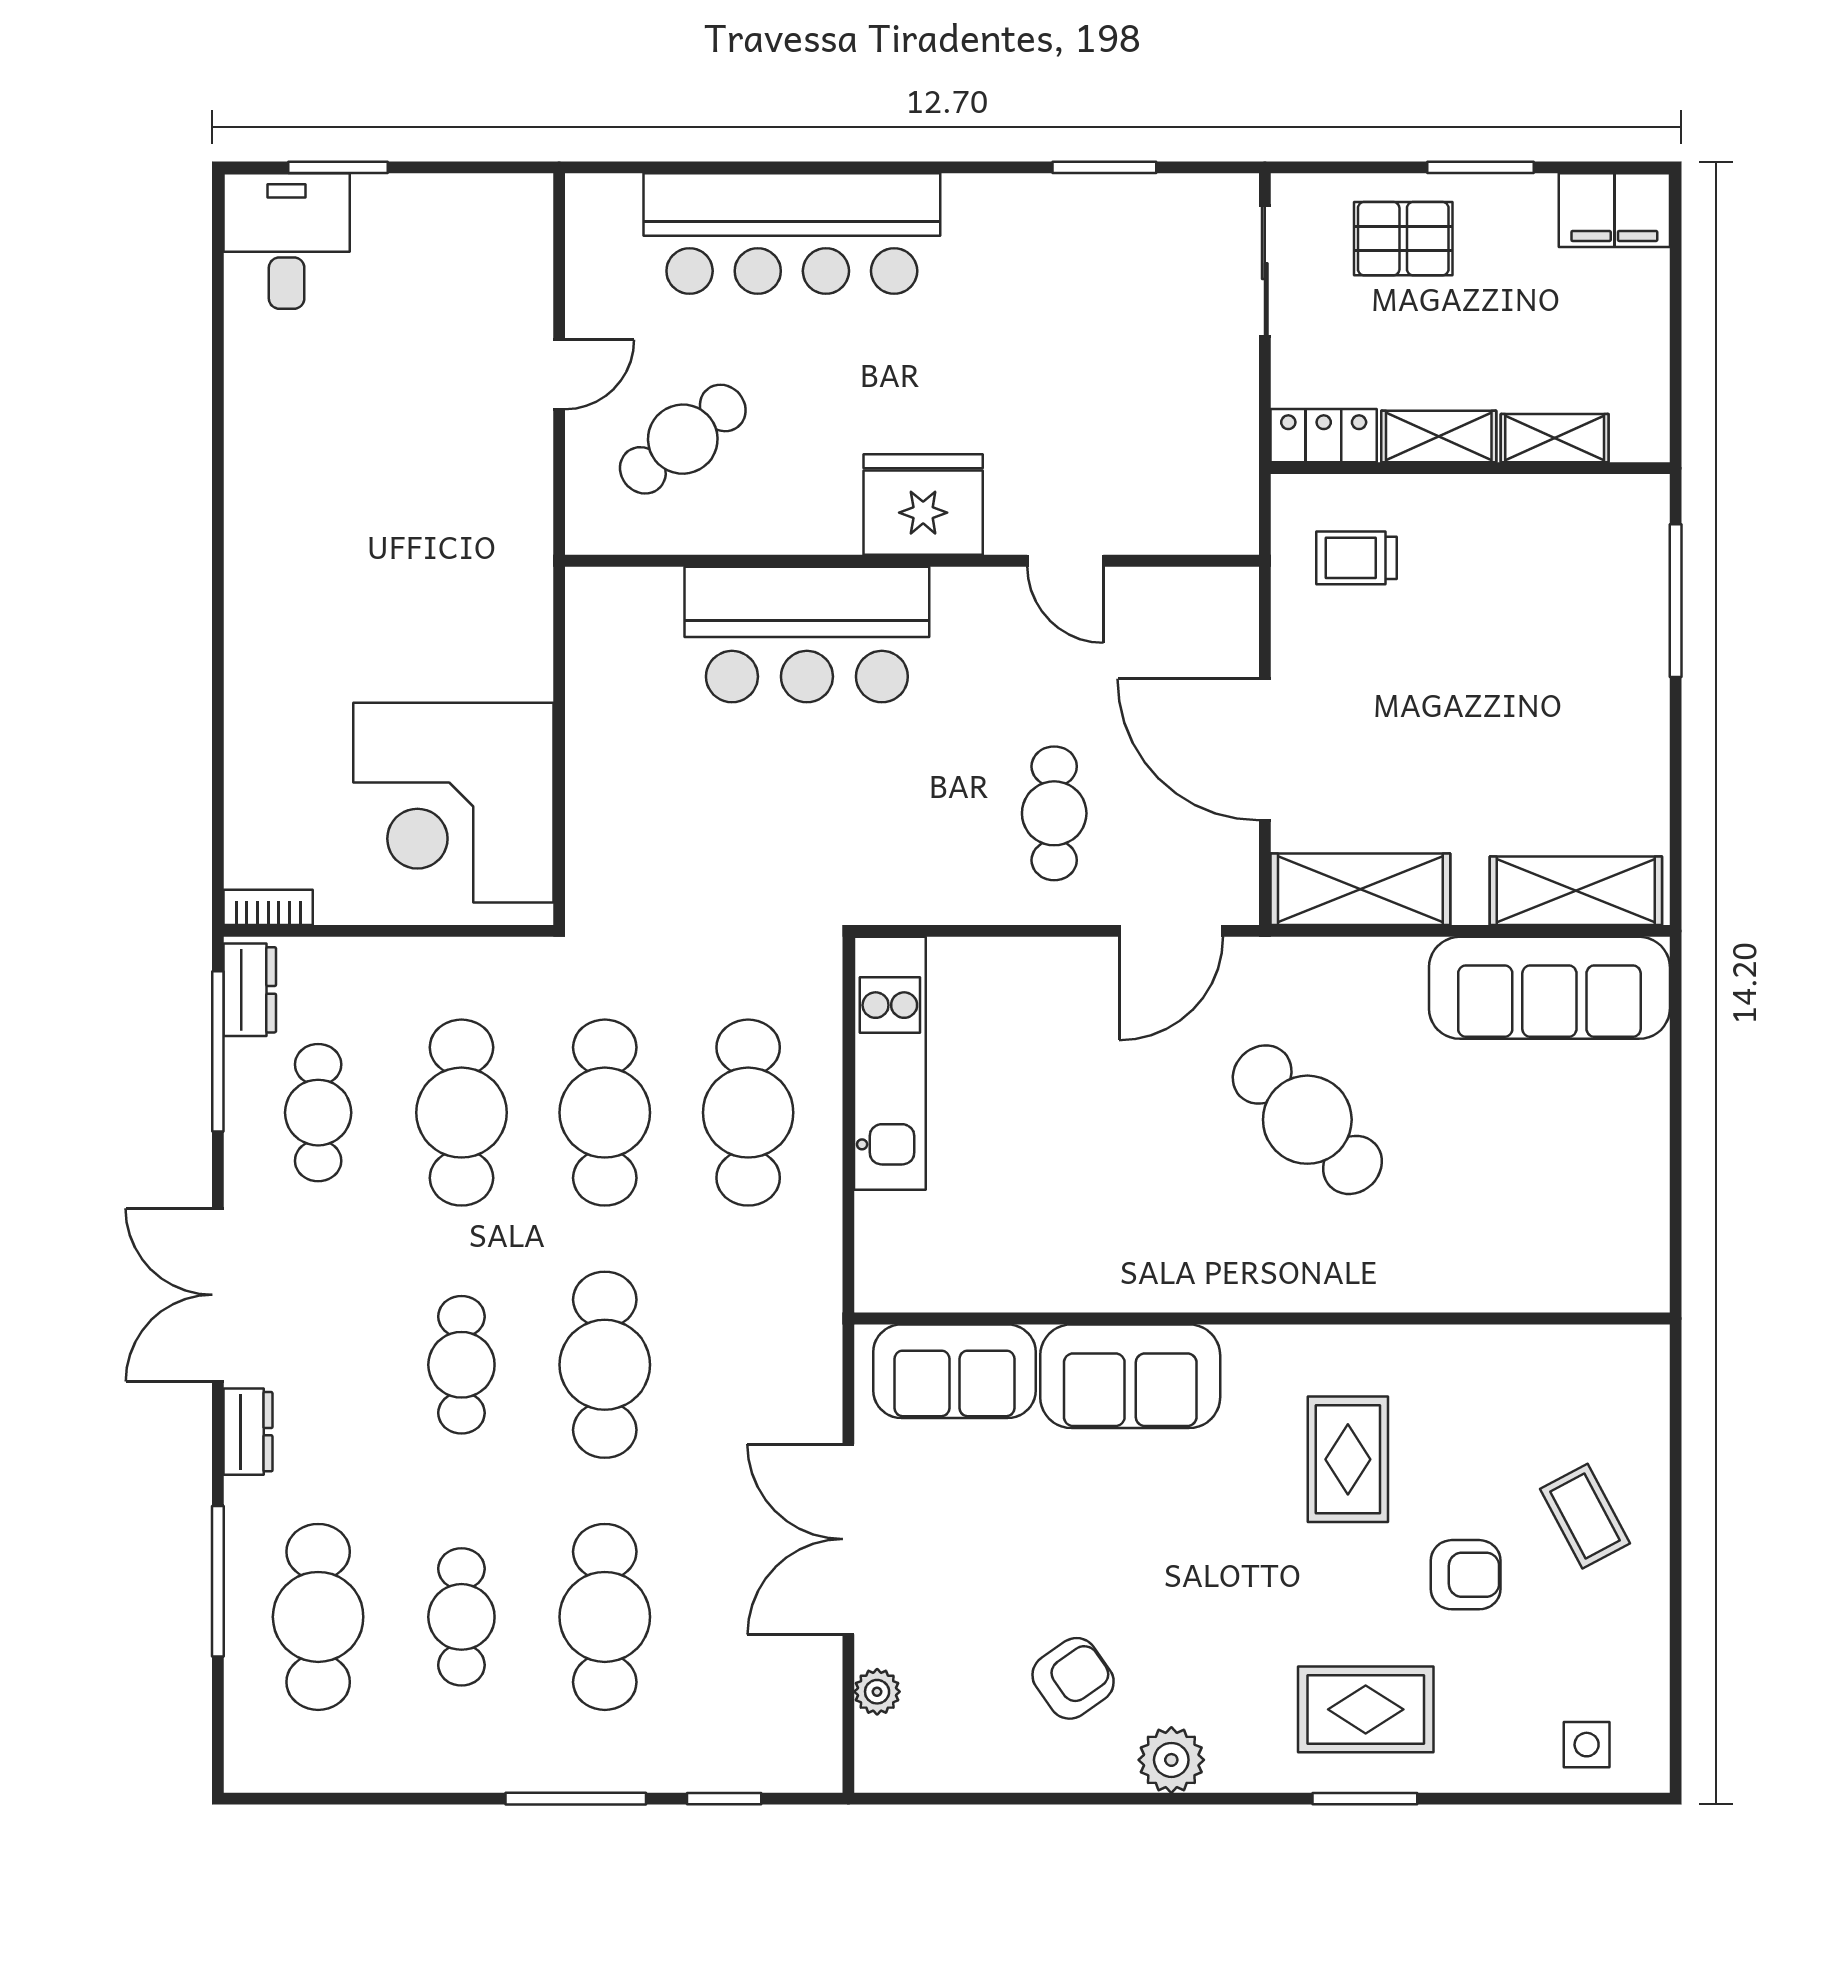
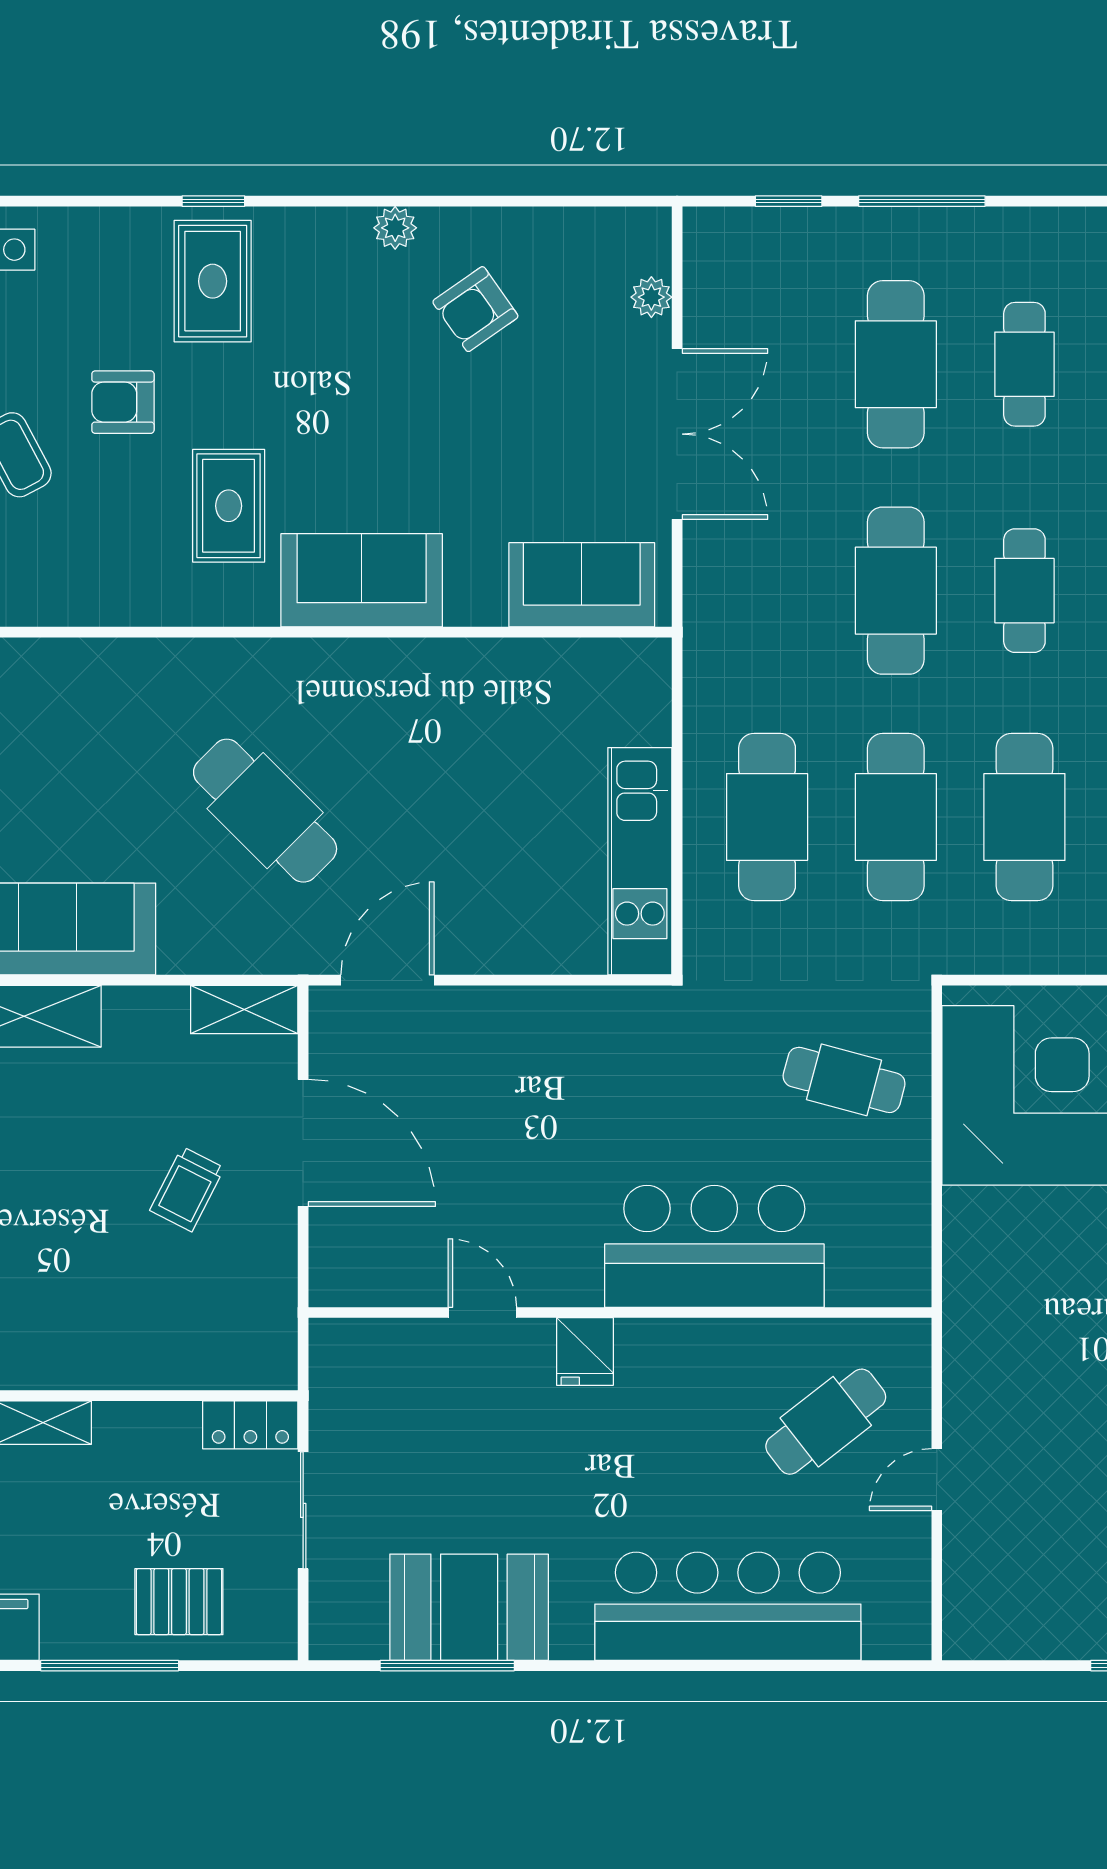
window: (1104, 167) -> (447, 1666), width x1.44
window: (1480, 167) -> (110, 1666), width x1.44
booth: (1080, 232) -> (469, 1607), added
sliding door: (1265, 271) -> (303, 1510), moved
shelving: (1439, 437) -> (147, 1424), removed
fridge: (923, 505) -> (585, 1351), width x0.53, depth x0.75
trolley: (1356, 558) -> (187, 1189), moved, turned 117
cafe table: (1054, 813) -> (844, 1080), moved, turned -75
shelving: (1360, 889) -> (244, 1009), width x0.67, depth x0.75
sofa: (1130, 1376) -> (362, 580), moved
rug: (1366, 1709) -> (213, 281), turned 90
plant: (1171, 1760) -> (395, 228), width x0.73, depth x0.73
window: (1365, 1799) -> (213, 201), width x0.67

